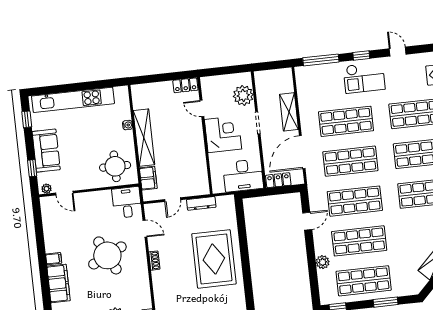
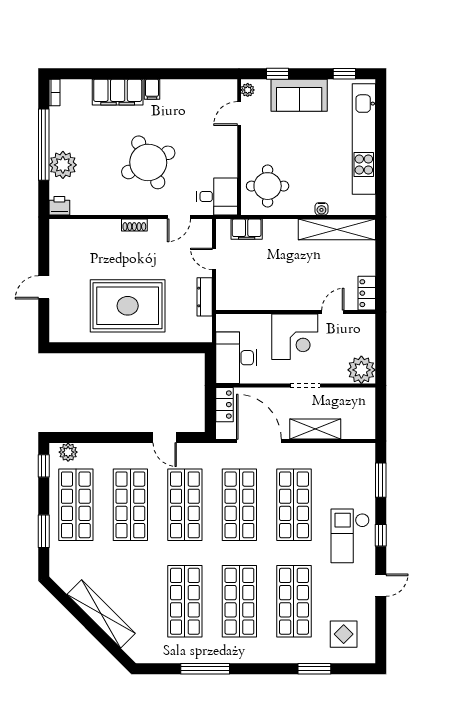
window: (321, 60) -> (381, 480), width x0.69
plant: (243, 95) -> (361, 370), moved
shelving: (144, 138) -> (337, 229), moved
plant: (323, 262) -> (68, 452), moved

